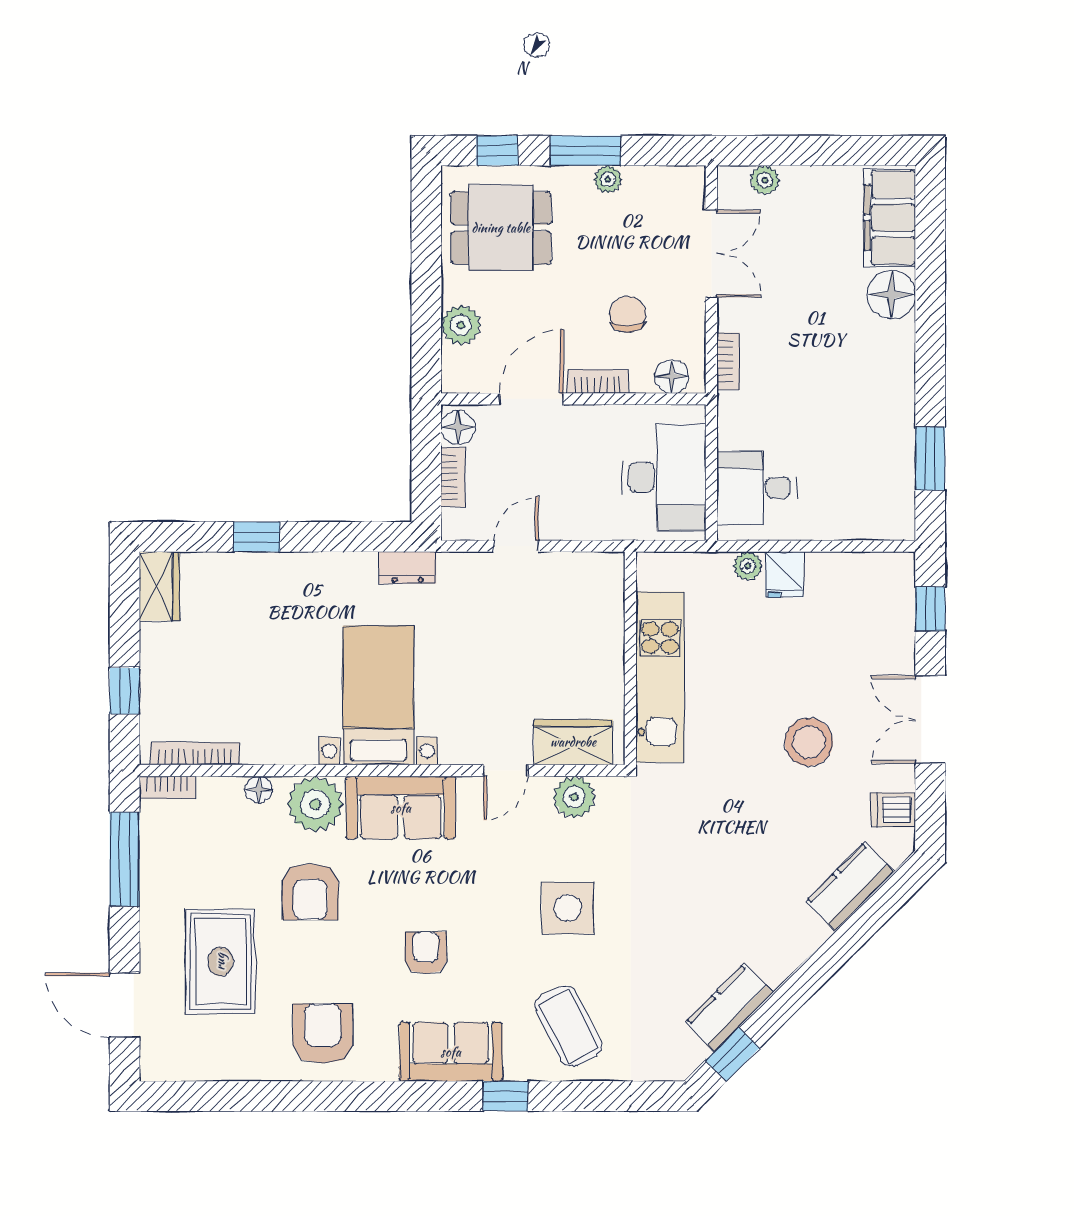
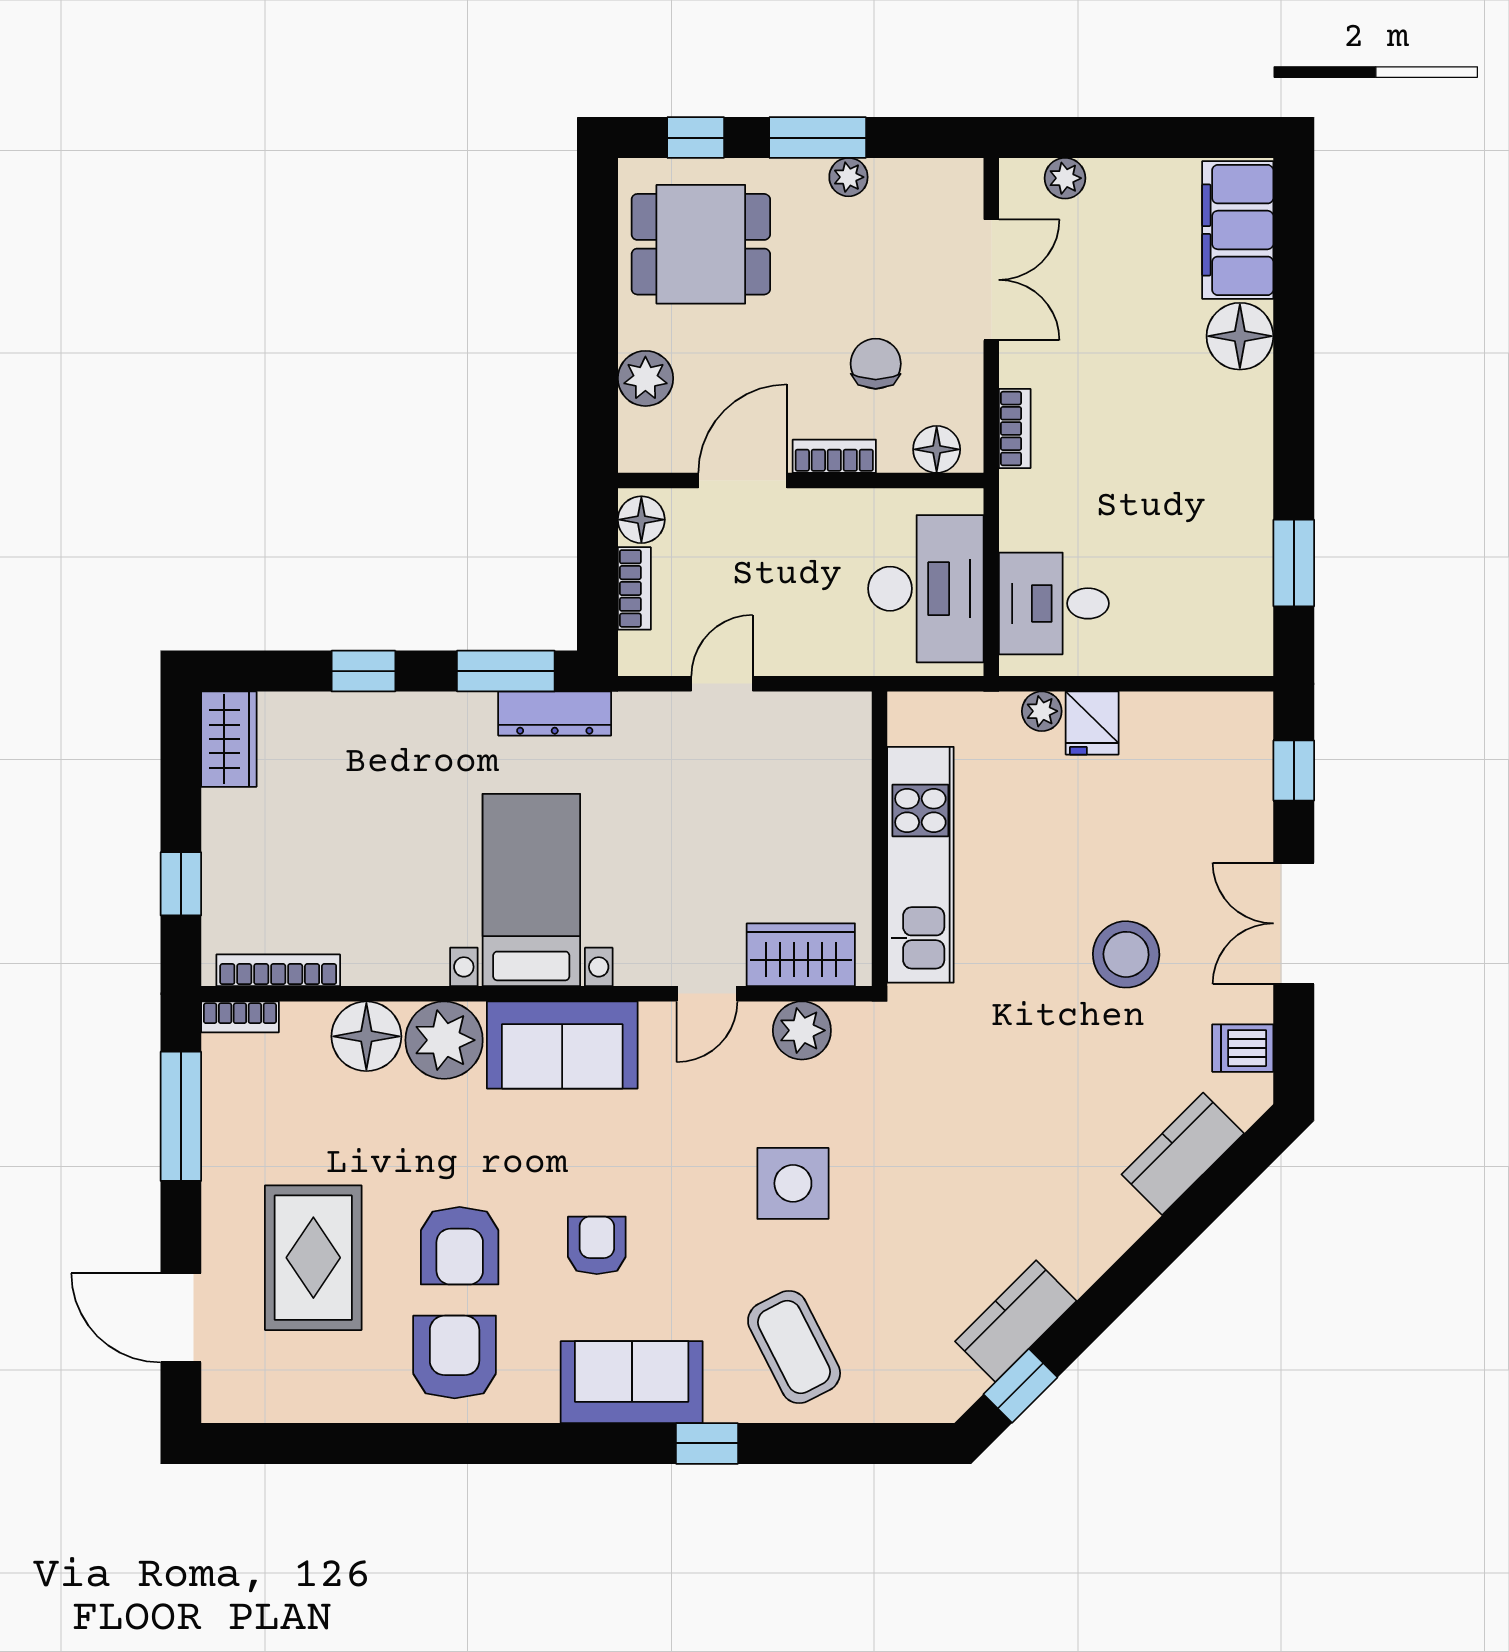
window: (360, 537) -> (506, 671), added
dresser: (408, 568) -> (555, 714), width x1.44
floor lamp: (259, 789) -> (366, 1036), width x1.89, depth x1.89
armchair: (310, 892) -> (460, 1246), moved

